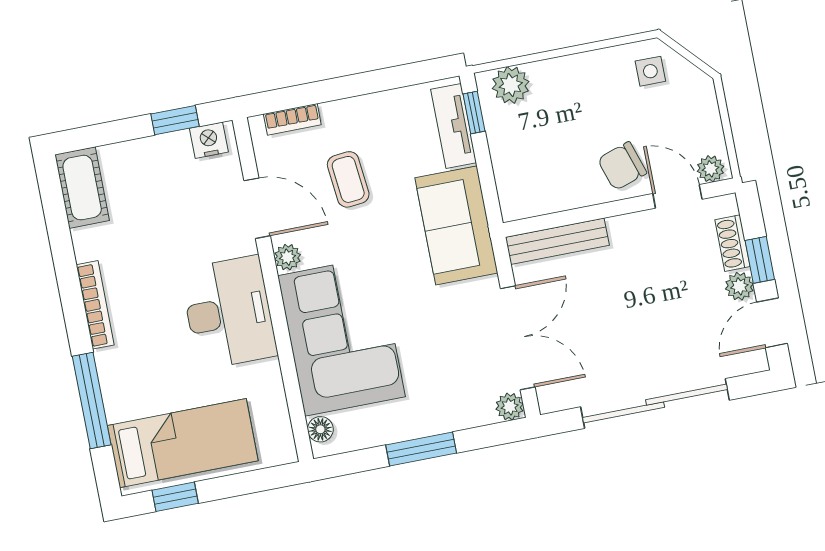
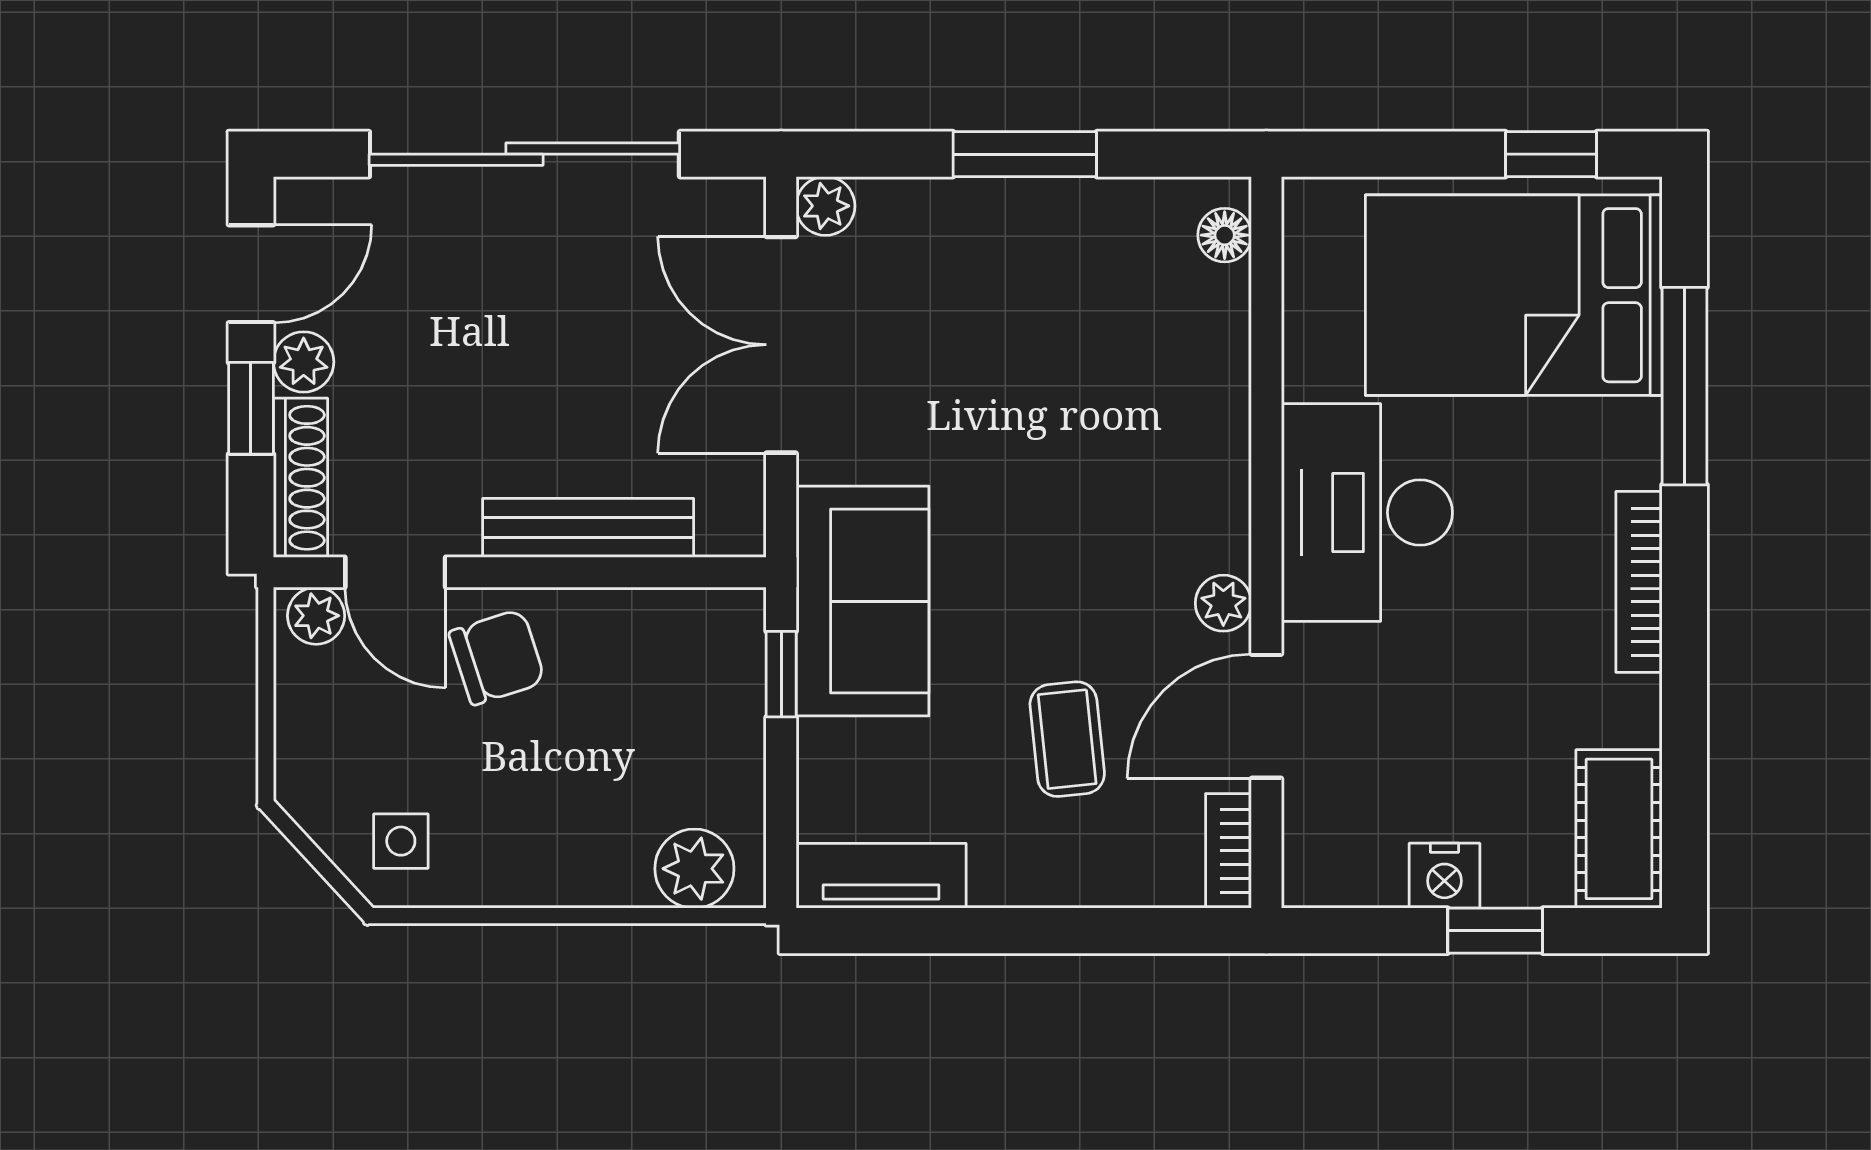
window: (474, 113) -> (781, 674), moved
bookcase: (292, 119) -> (1229, 851), moved, turned -90
window: (175, 120) -> (1495, 931), moved
tv unit: (454, 126) -> (881, 876), moved, turned -90
nightstand: (209, 140) -> (1444, 876), moved
door: (257, 208) -> (1266, 716), hinge flipped
bench: (557, 241) -> (588, 528), moved
shoe rack: (732, 243) -> (300, 478), width x1.43
corner sofa: (341, 336) -> (1144, 419), removed
bed: (183, 443) -> (1514, 295), width x1.50

